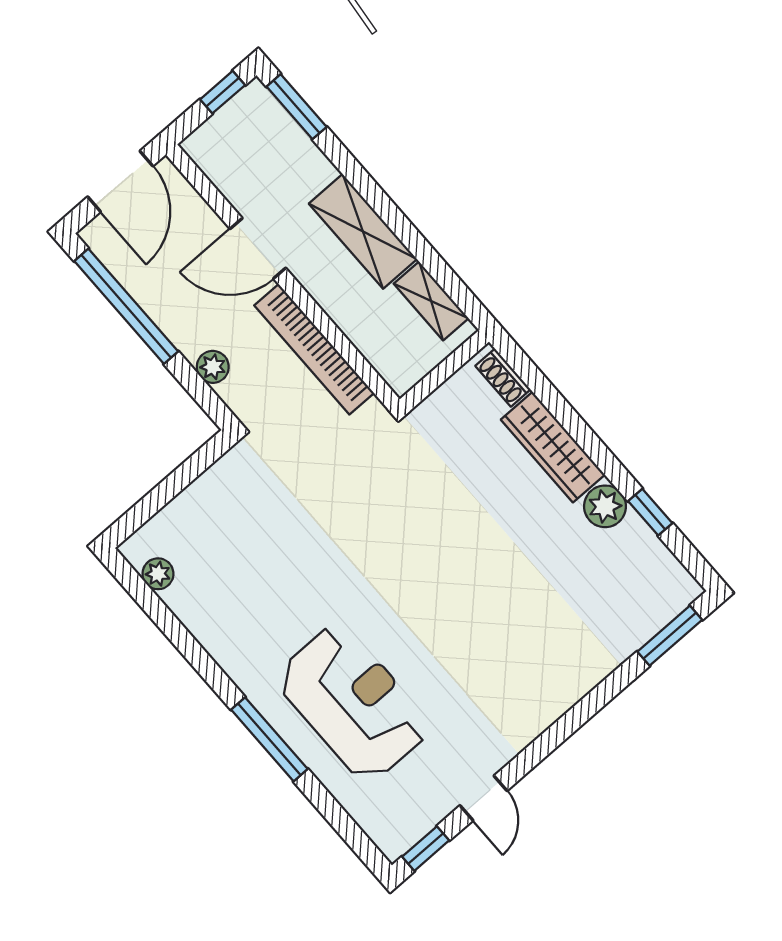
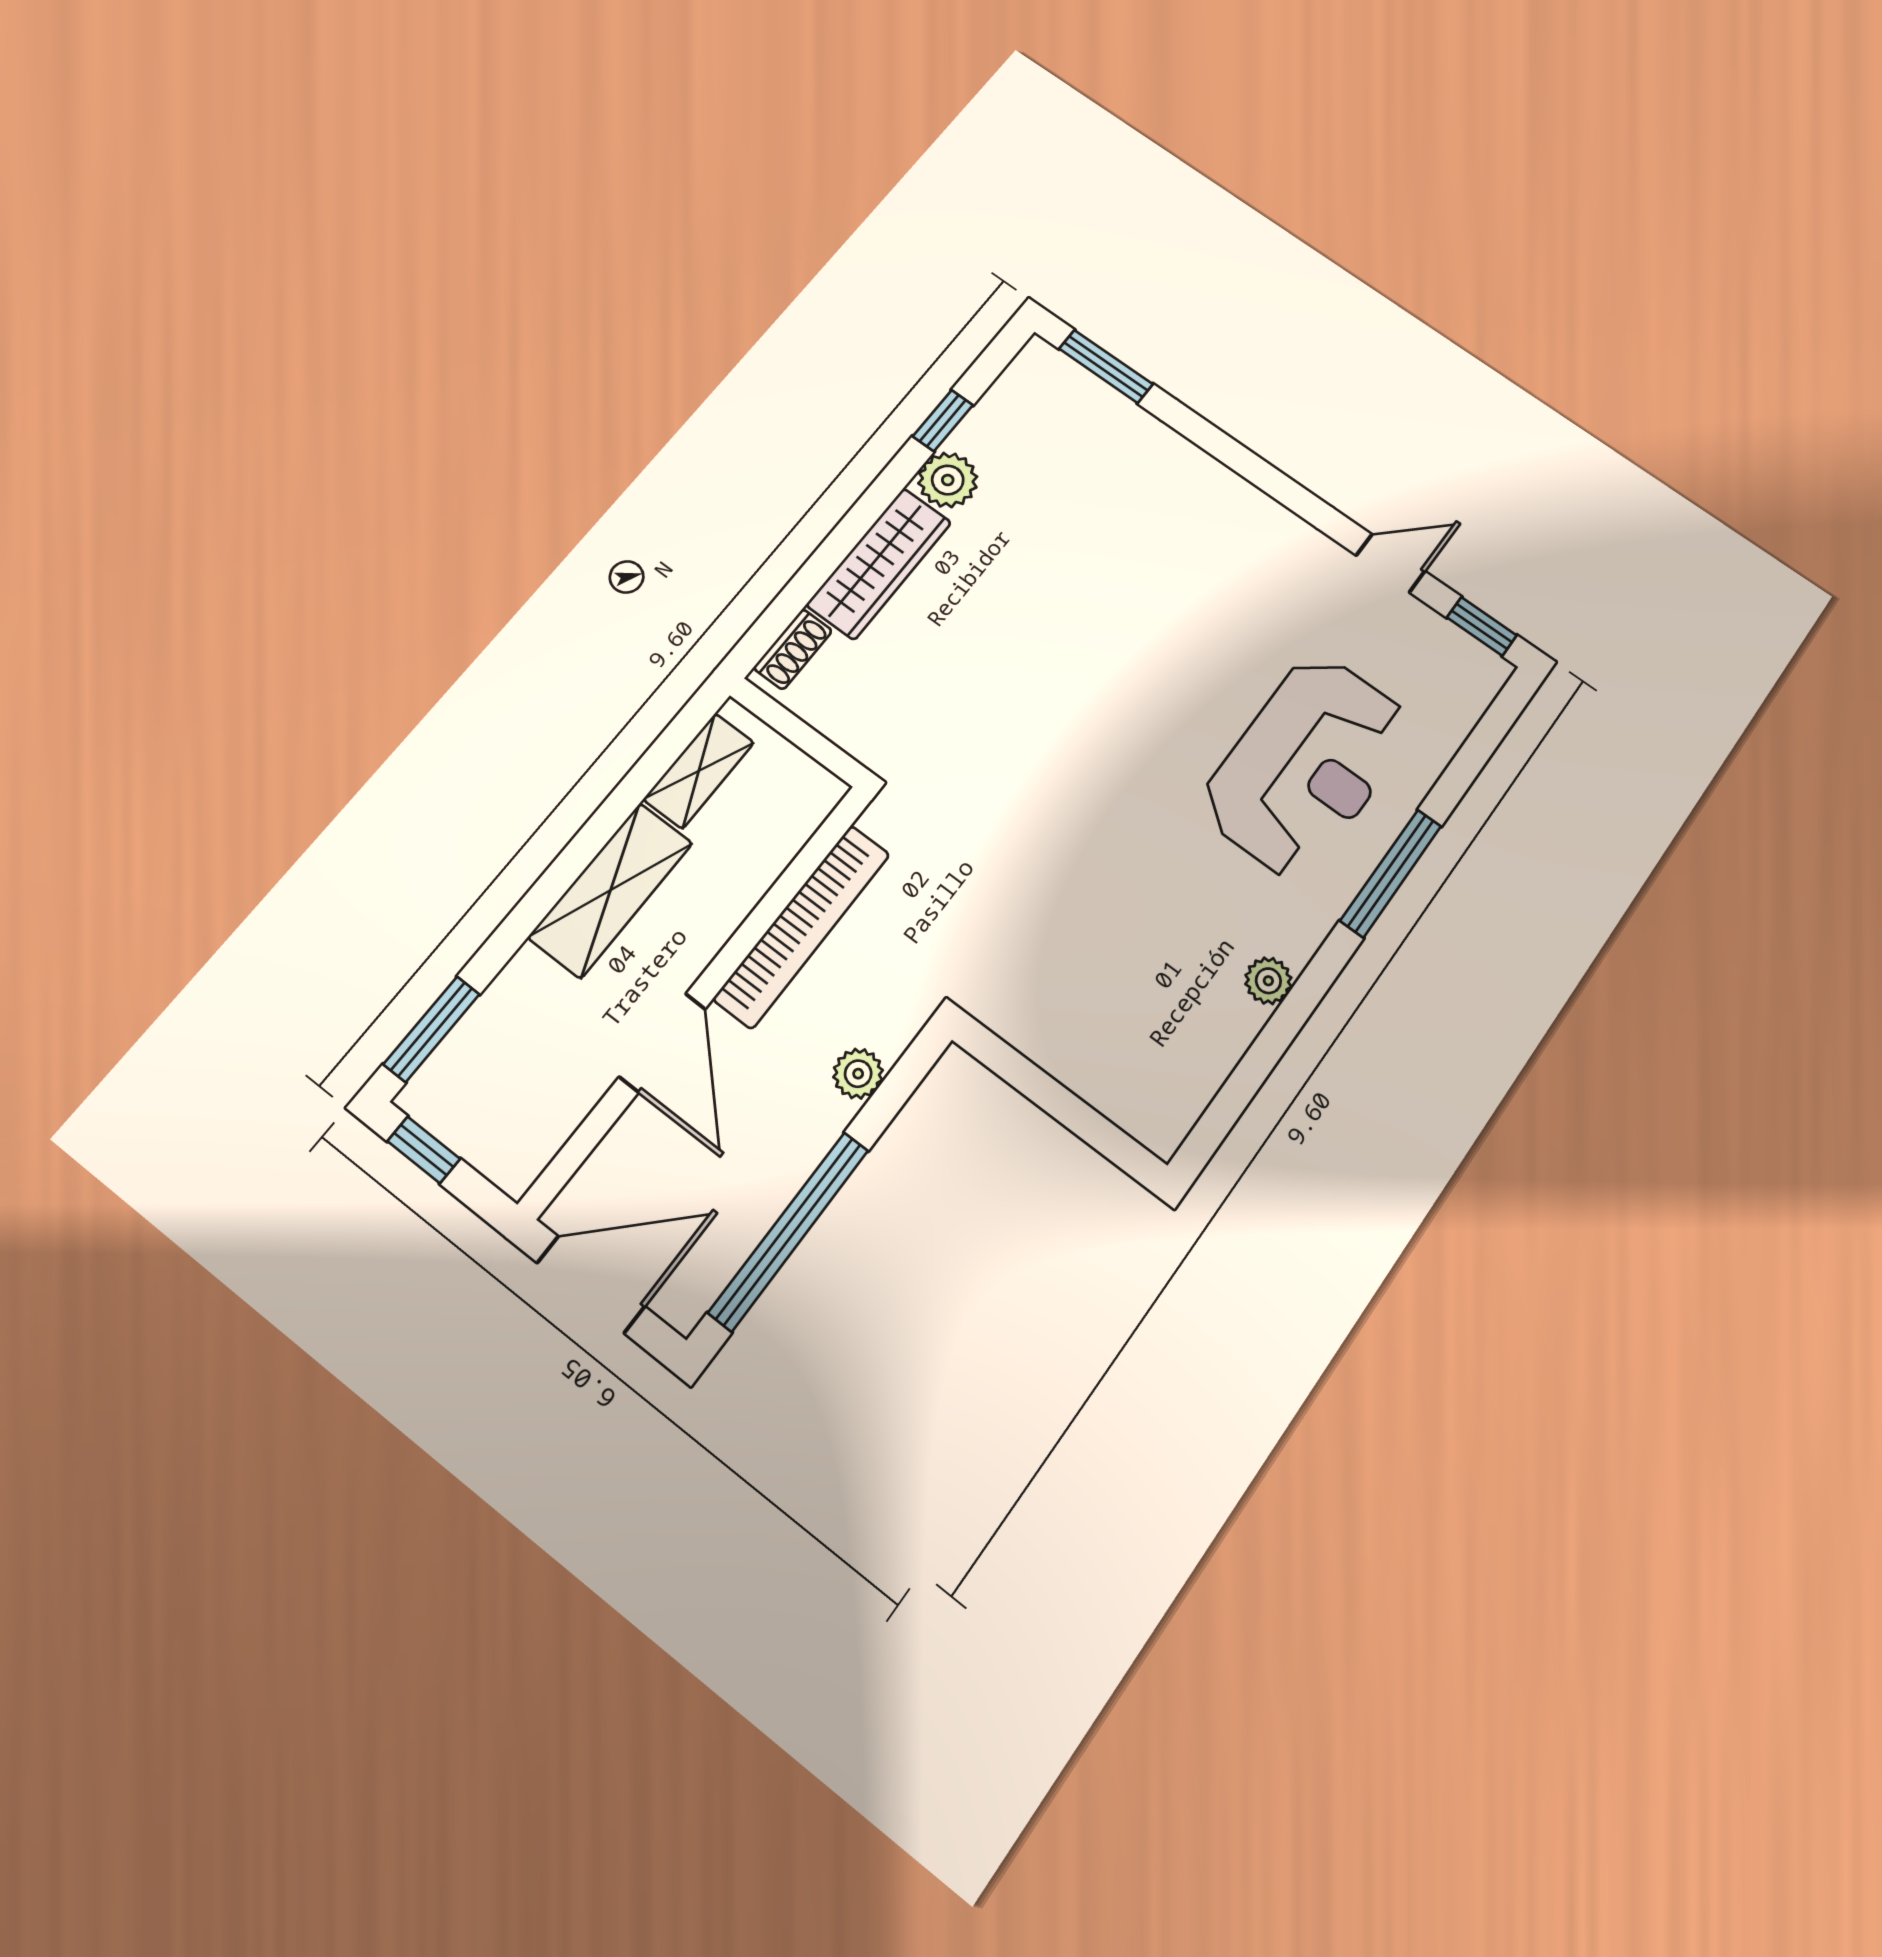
plant: (158, 574) -> (1268, 981), moved
reception desk: (353, 703) -> (1307, 765), turned 180

